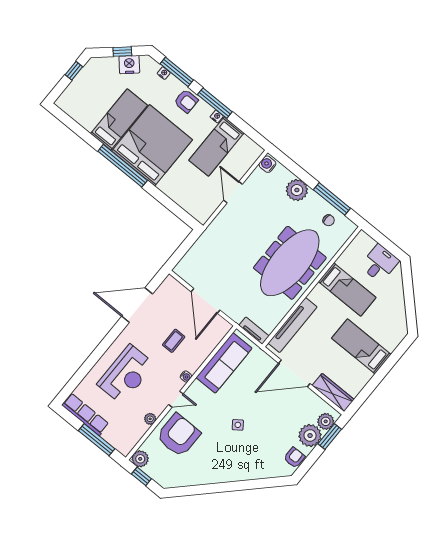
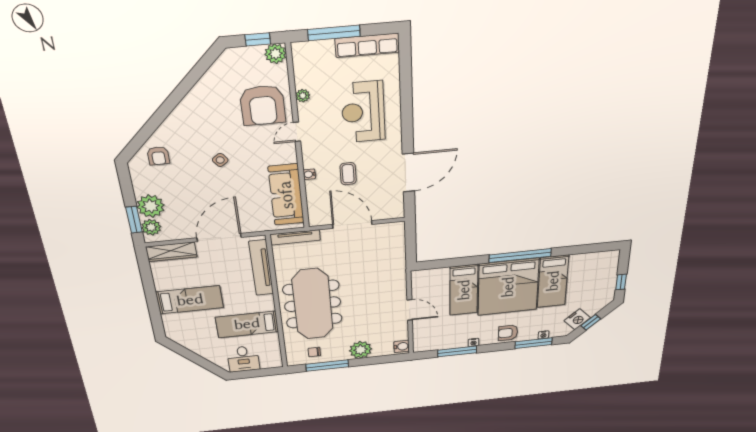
window: (215, 103) -> (457, 351), moved
bed: (216, 147) -> (464, 290), moved, turned 180
tv unit: (254, 331) -> (295, 237), width x1.41
water cooler: (186, 376) -> (309, 174), moved
armchair: (294, 458) -> (158, 156), moved

